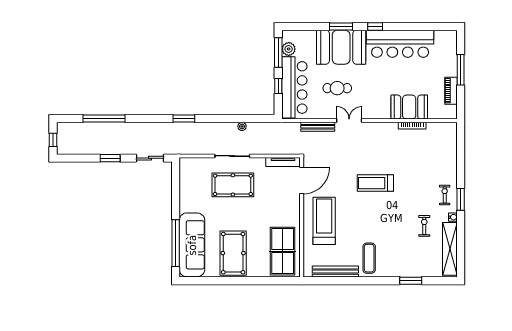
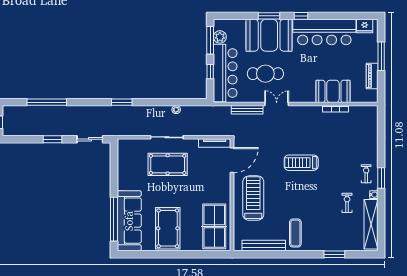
fridge: (443, 37) -> (365, 26), added
cafe table: (337, 88) -> (265, 74), width x1.37, depth x1.35

